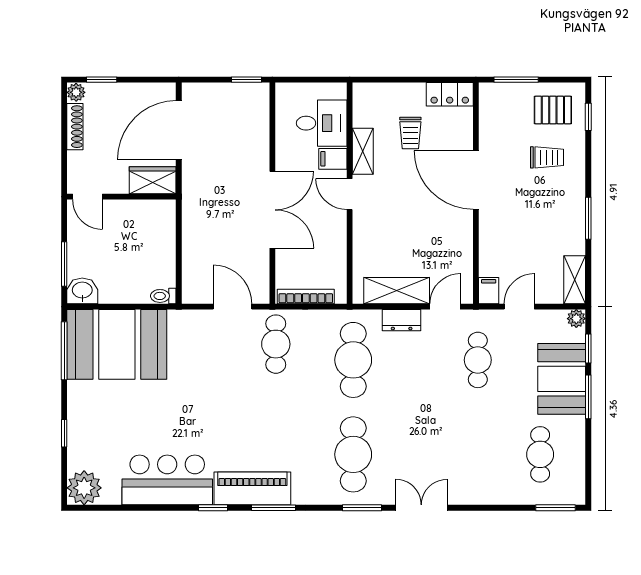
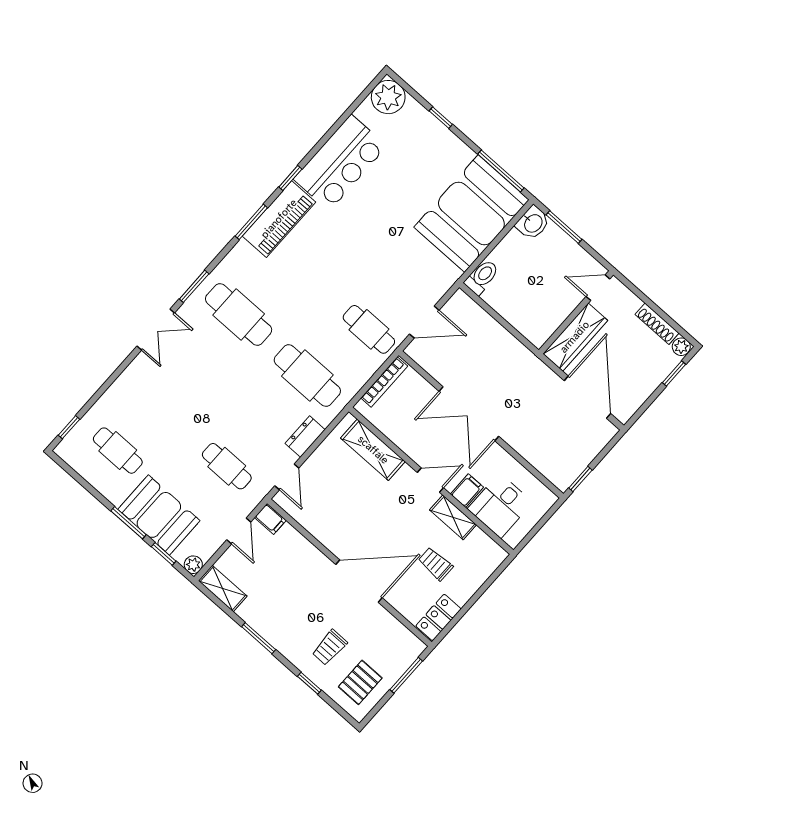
window: (588, 117) -> (309, 683), moved
wardrobe: (153, 180) -> (575, 337), width x1.50
shelving: (397, 291) -> (373, 450), moved, turned 90
toilet: (163, 296) -> (482, 277), width x1.37, depth x1.39
window: (555, 508) -> (69, 427), width x0.67

